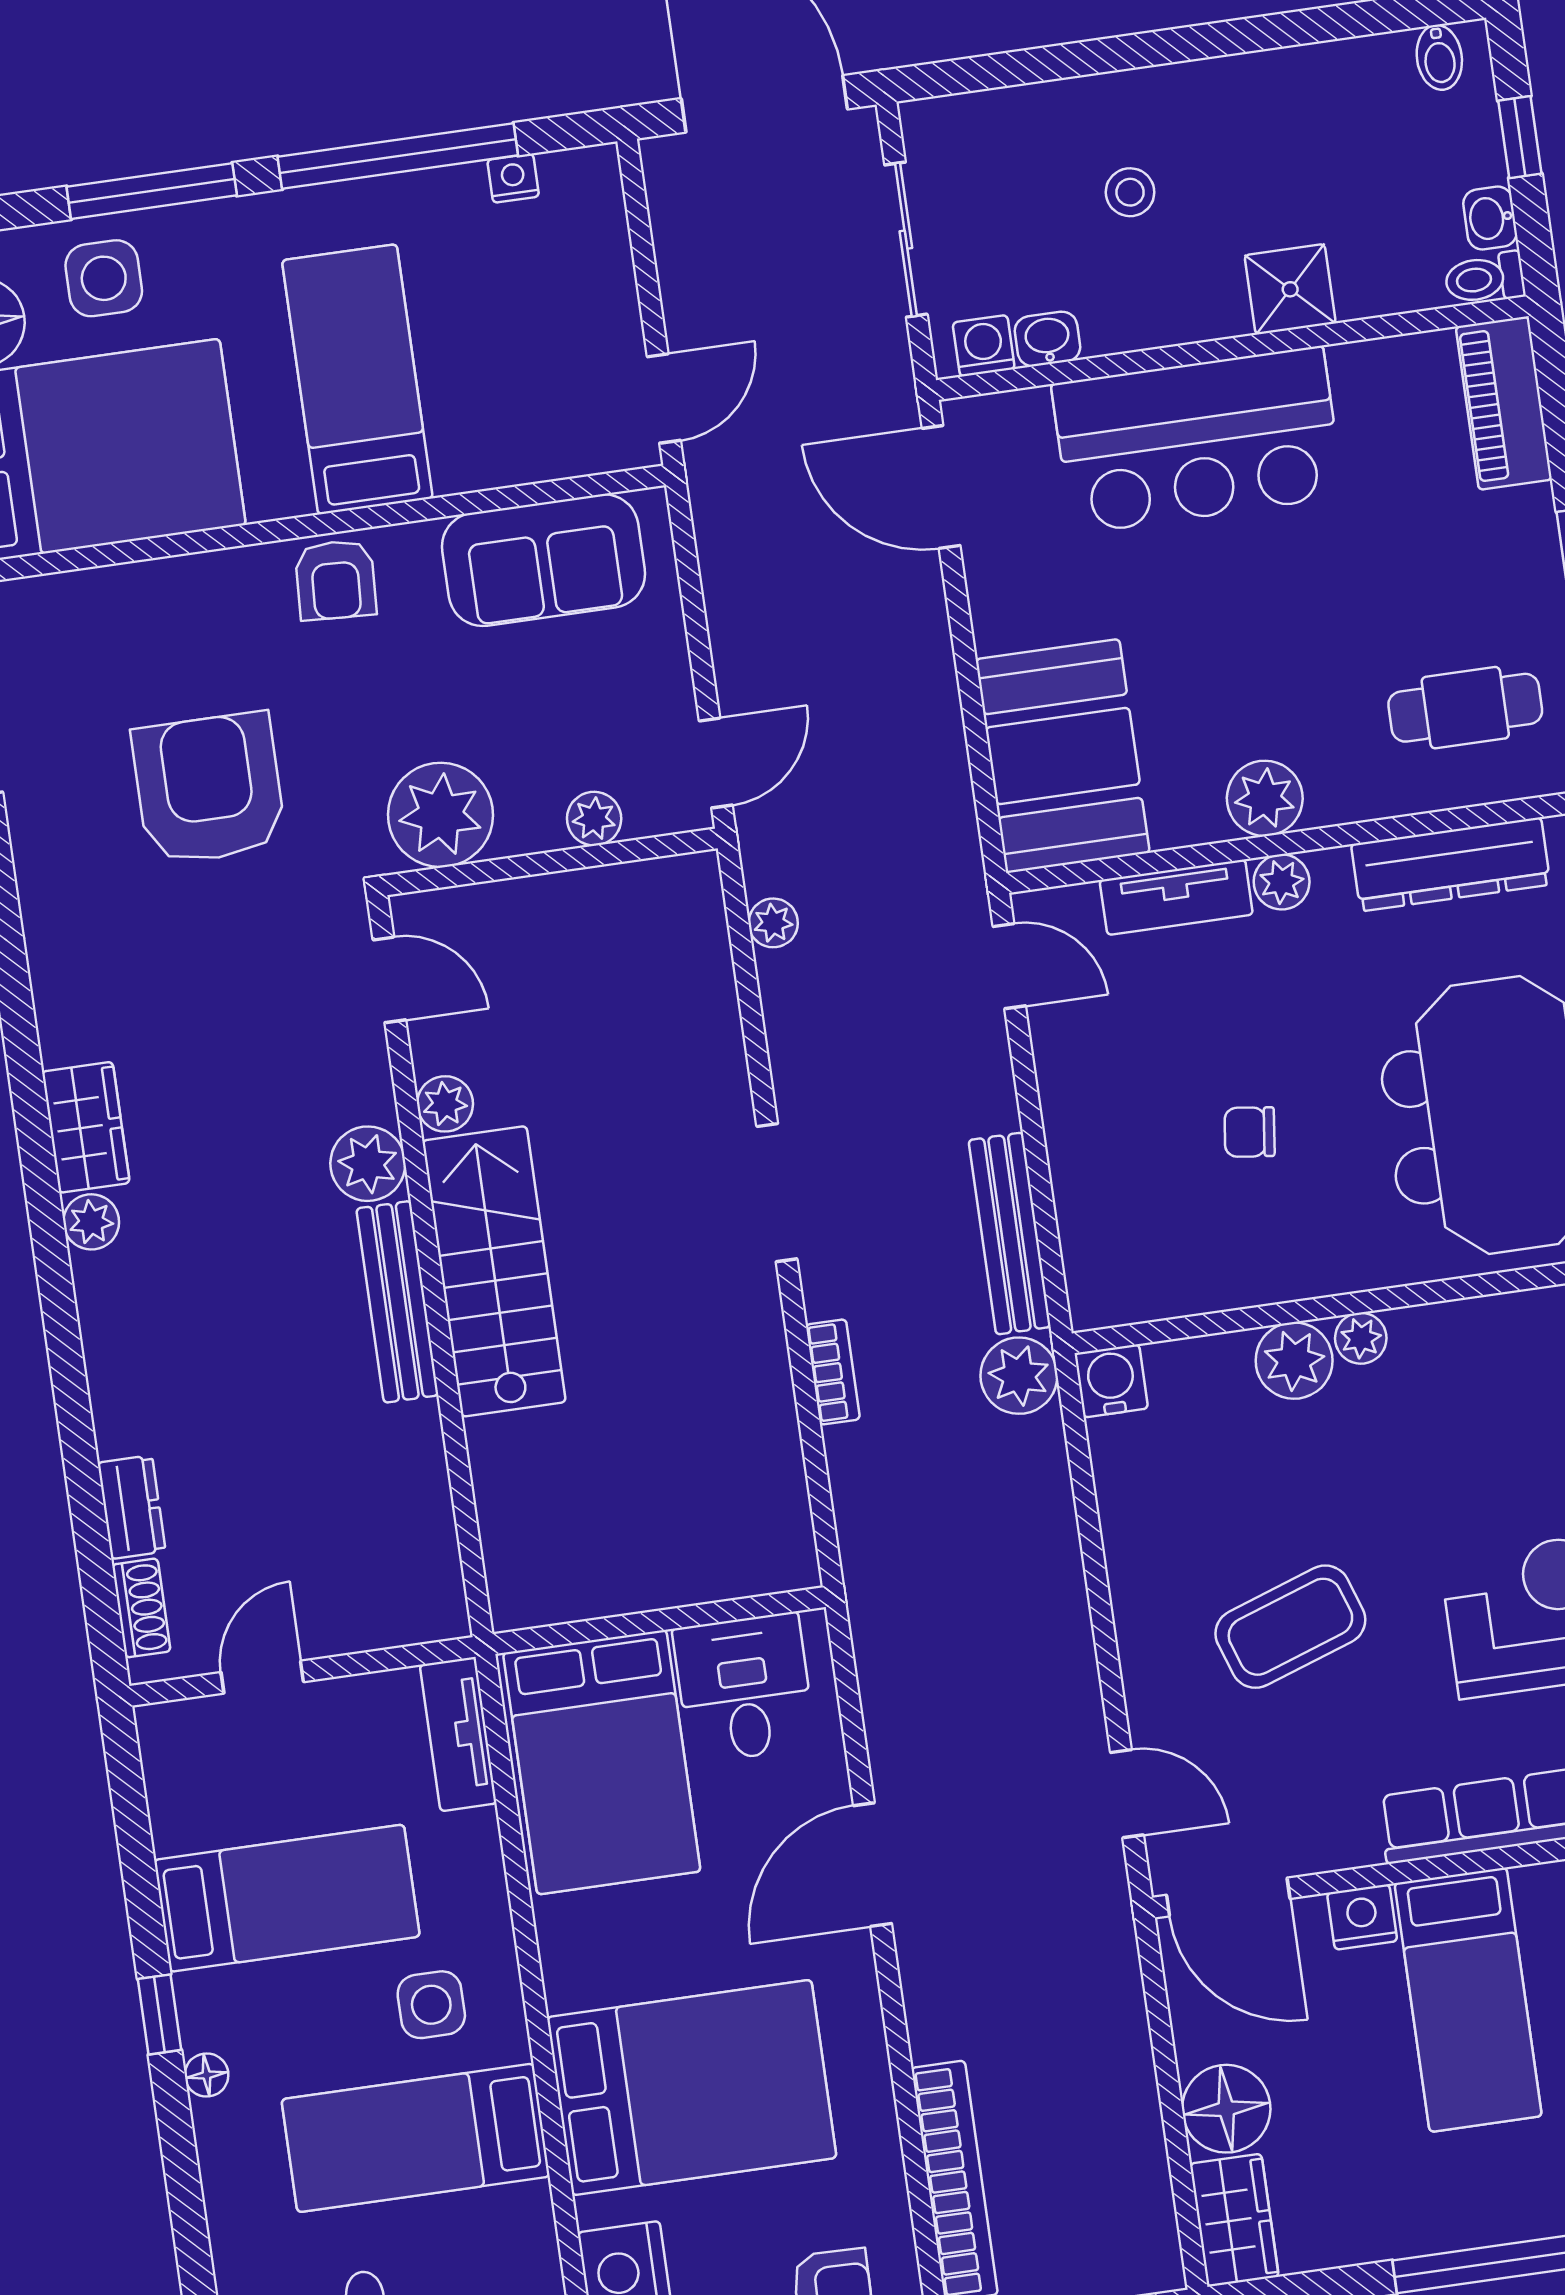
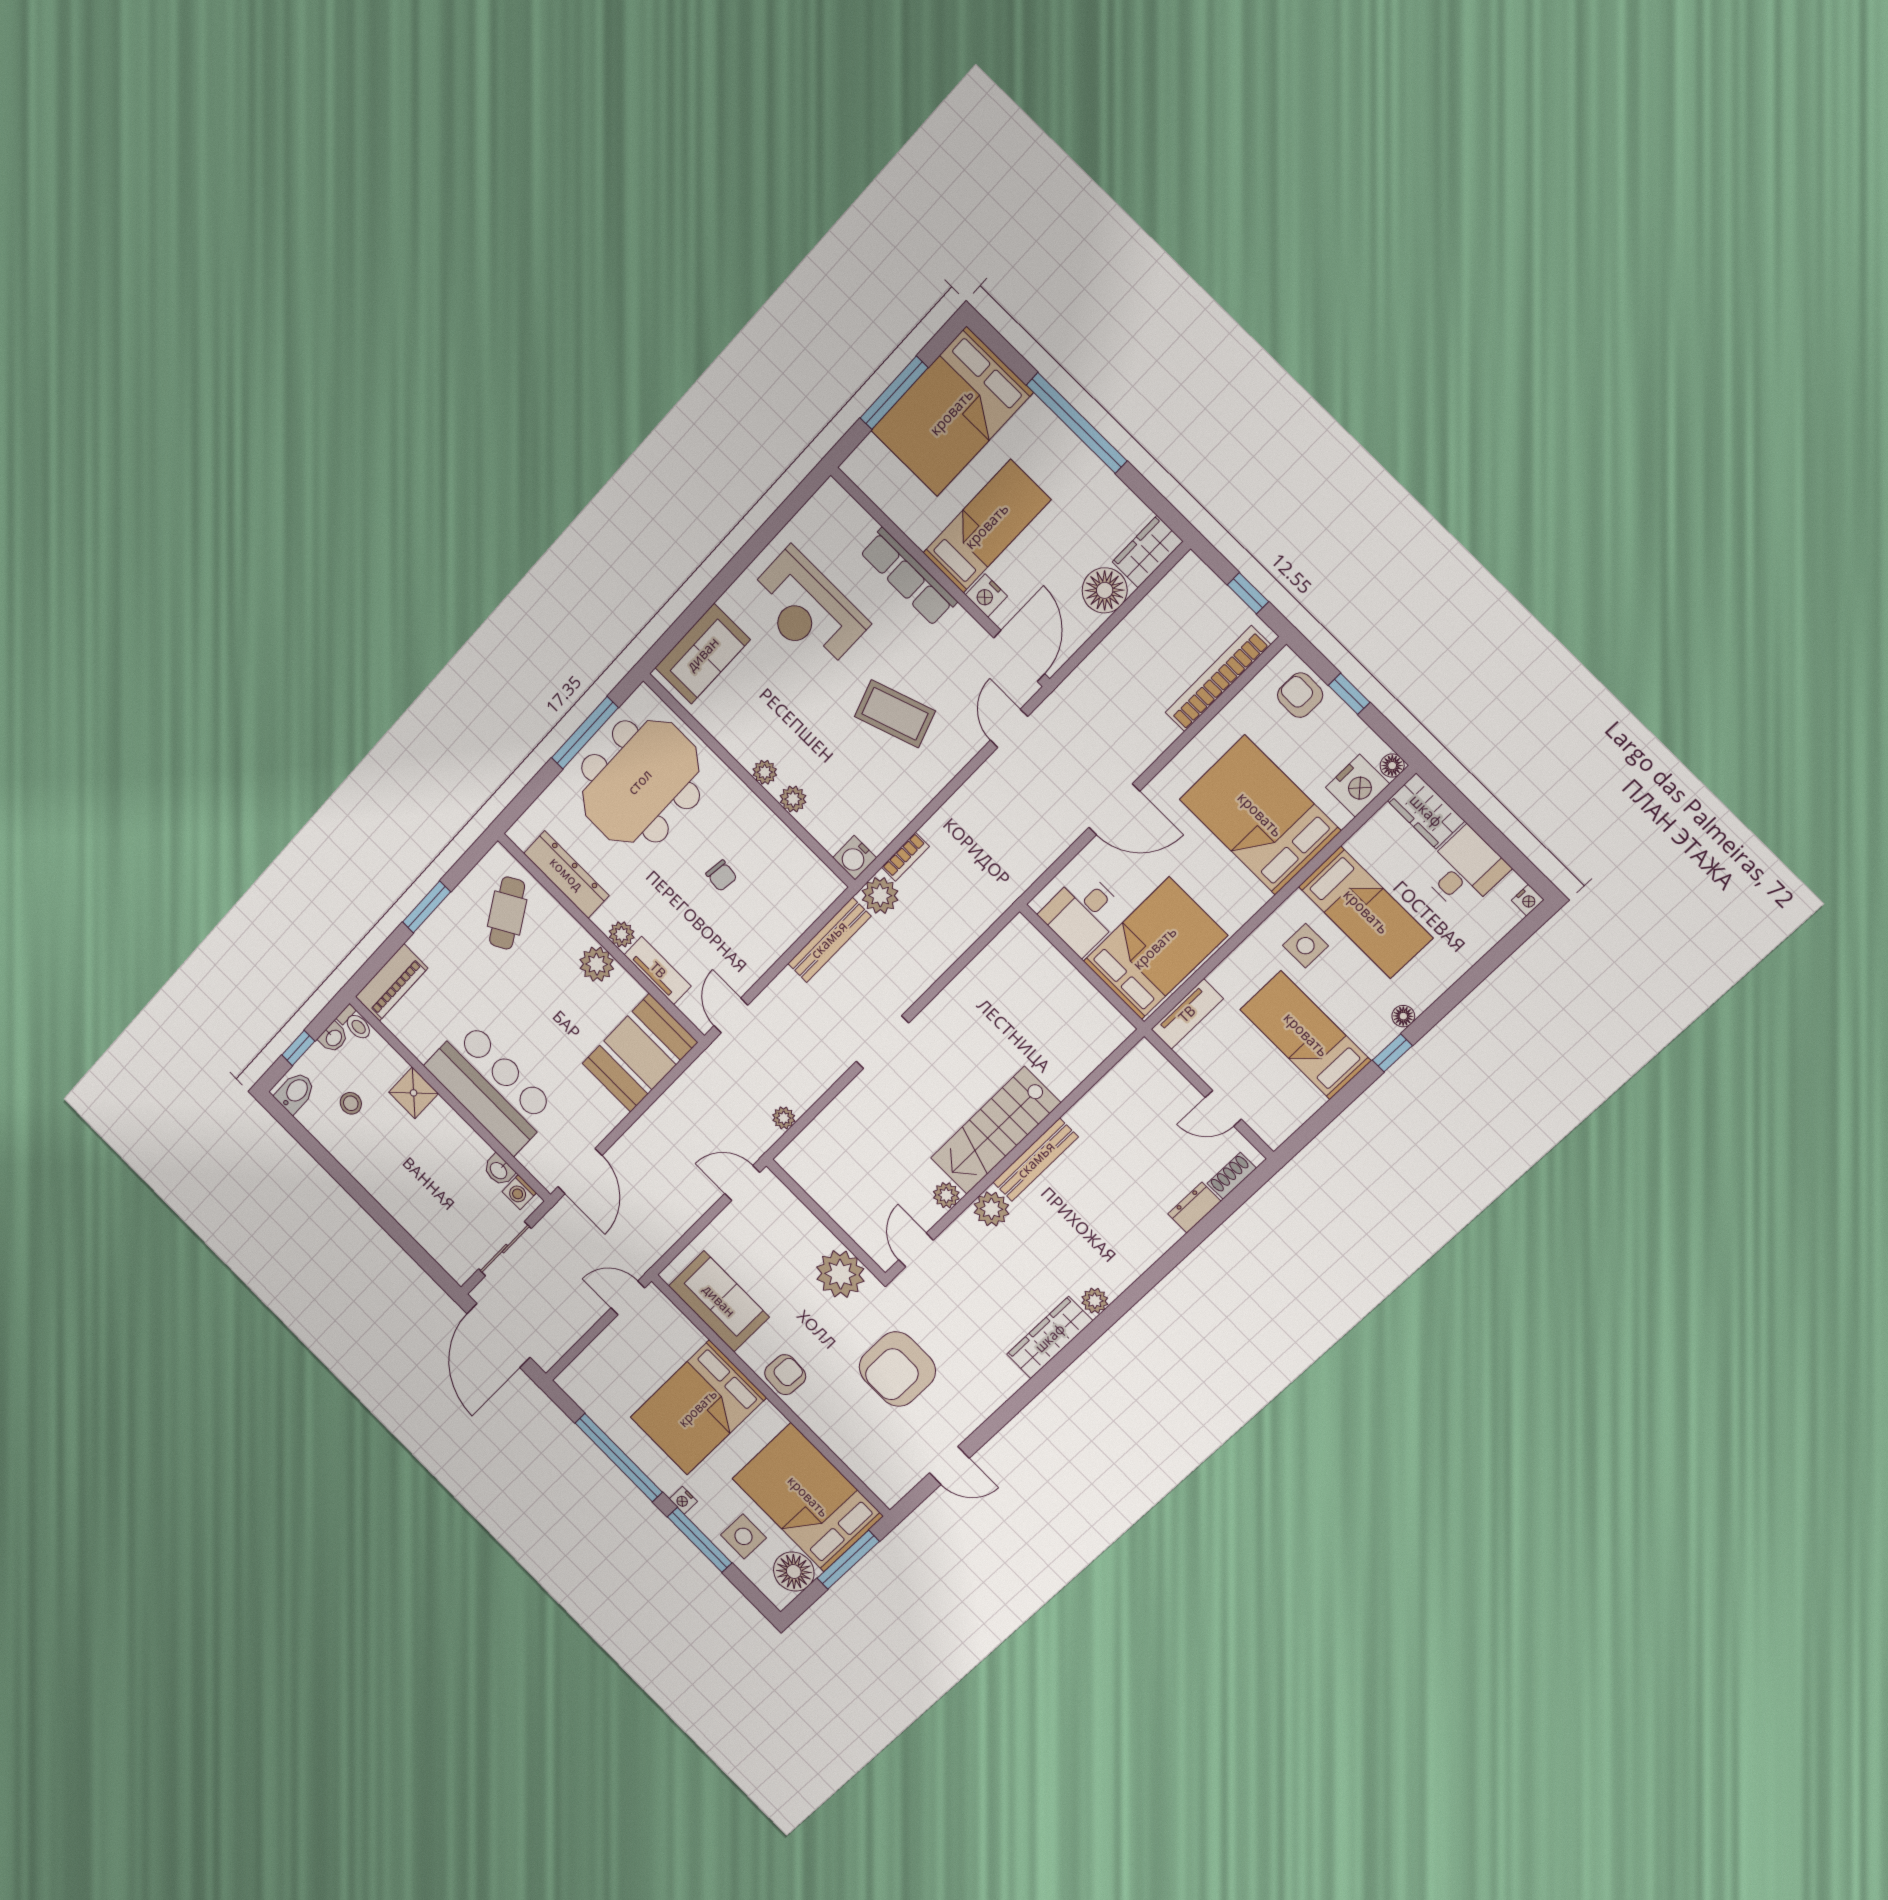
bidet: (1439, 57) -> (295, 1092), width x1.38, depth x1.36
nightstand: (513, 178) -> (683, 1500), moved
stool: (1130, 192) -> (351, 1103), moved
bed: (357, 379) -> (698, 1408), width x1.50
cafe table: (1465, 708) -> (507, 913), turned 60
plant: (594, 819) -> (797, 1215), removed
wardrobe: (86, 1127) -> (1050, 1338), width x1.50
plant: (1294, 1361) -> (793, 799), width x0.73, depth x0.73
bookcase: (833, 1372) -> (905, 857), moved, turned 180

